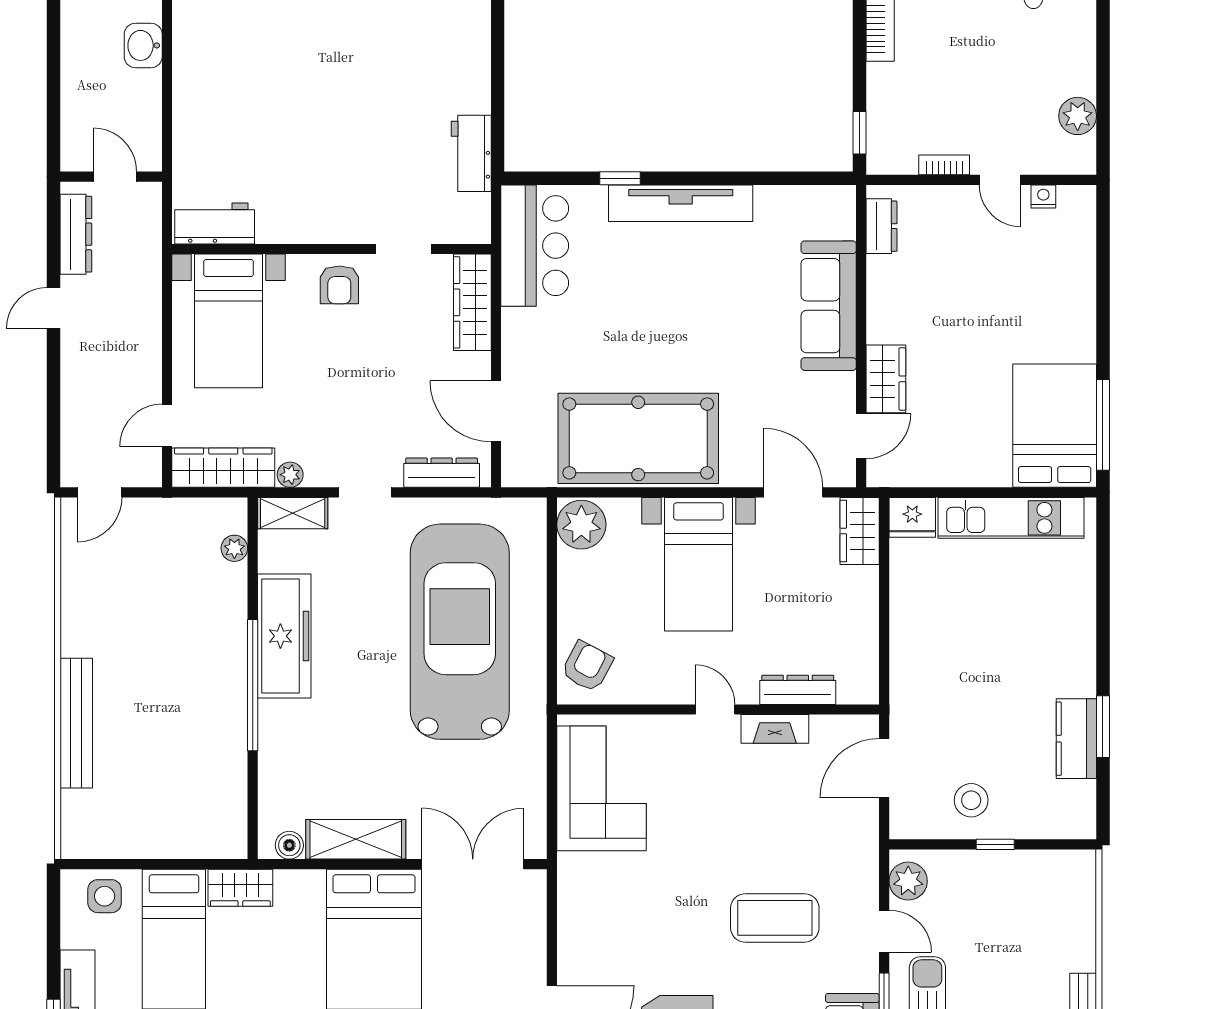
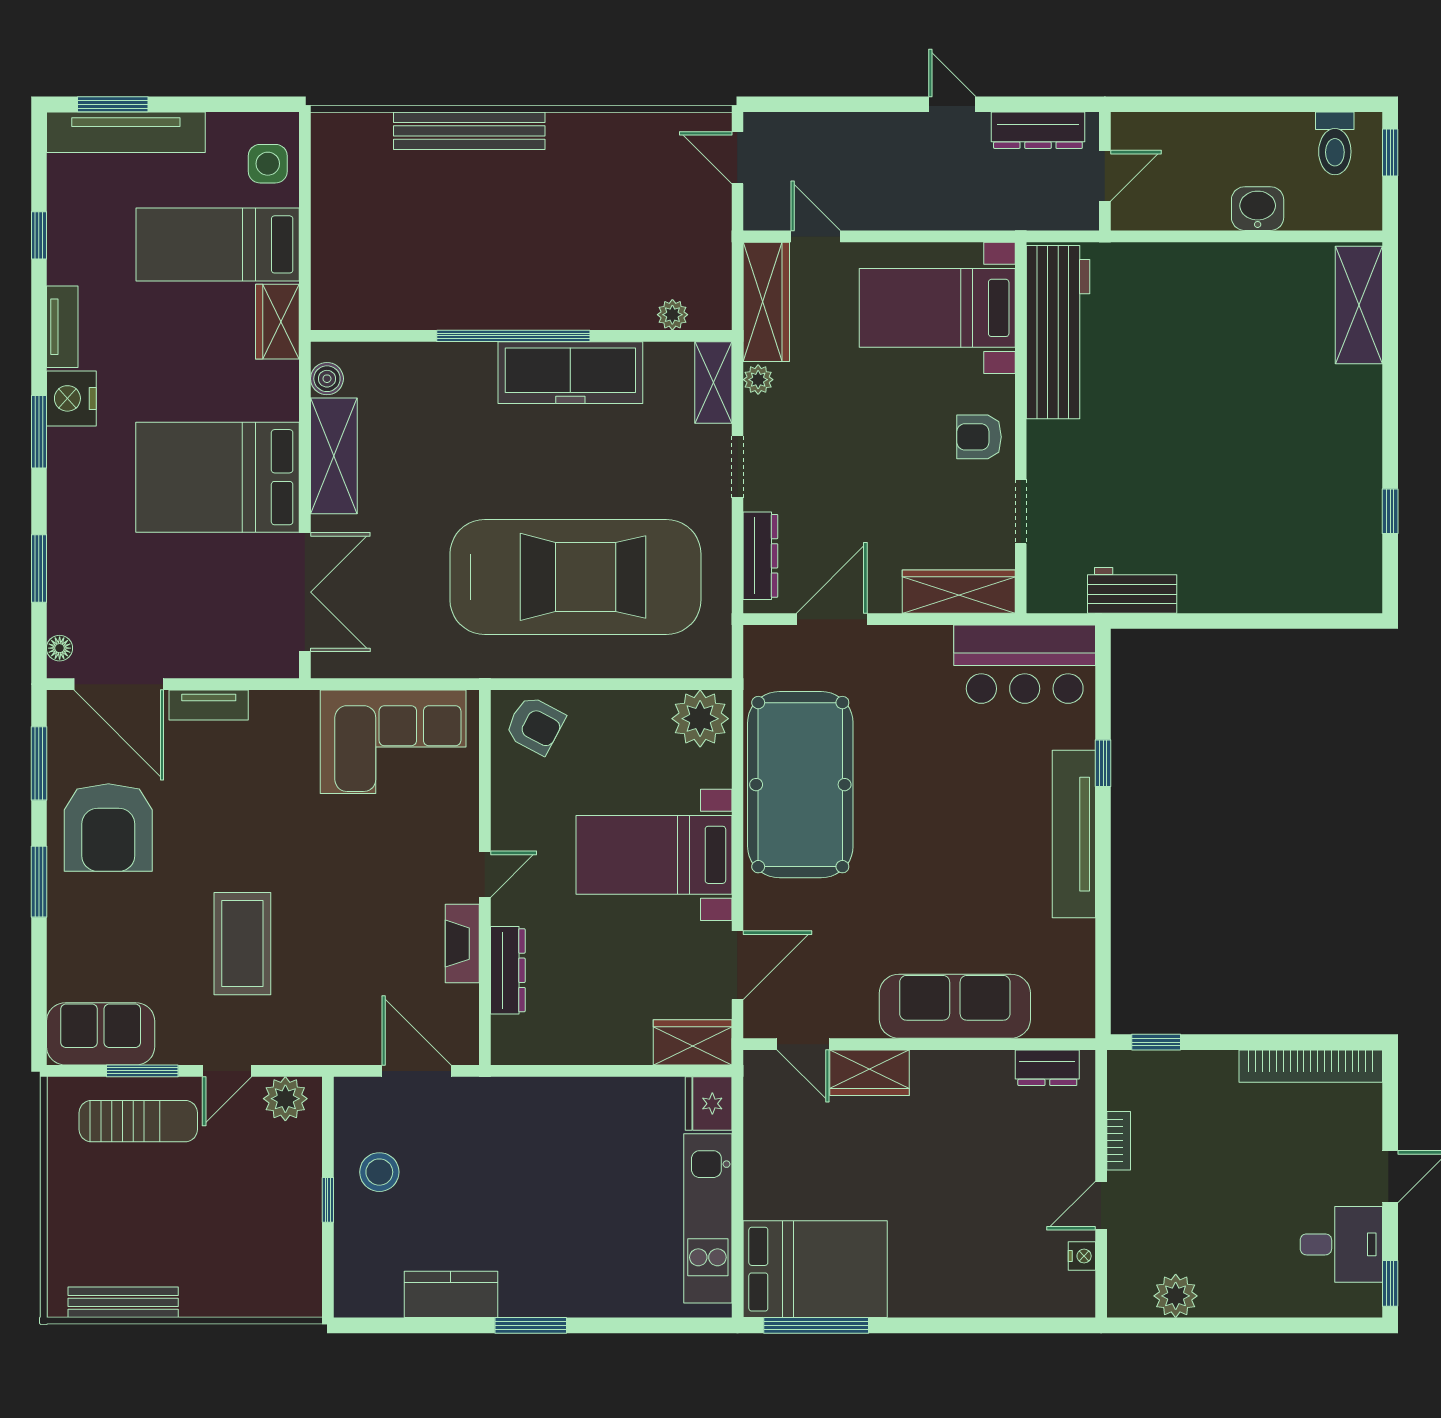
workbench: (215, 224) -> (1058, 332), width x1.88, depth x1.32
window: (1103, 727) -> (531, 1325), moved
tv unit: (570, 947) -> (209, 705), added

